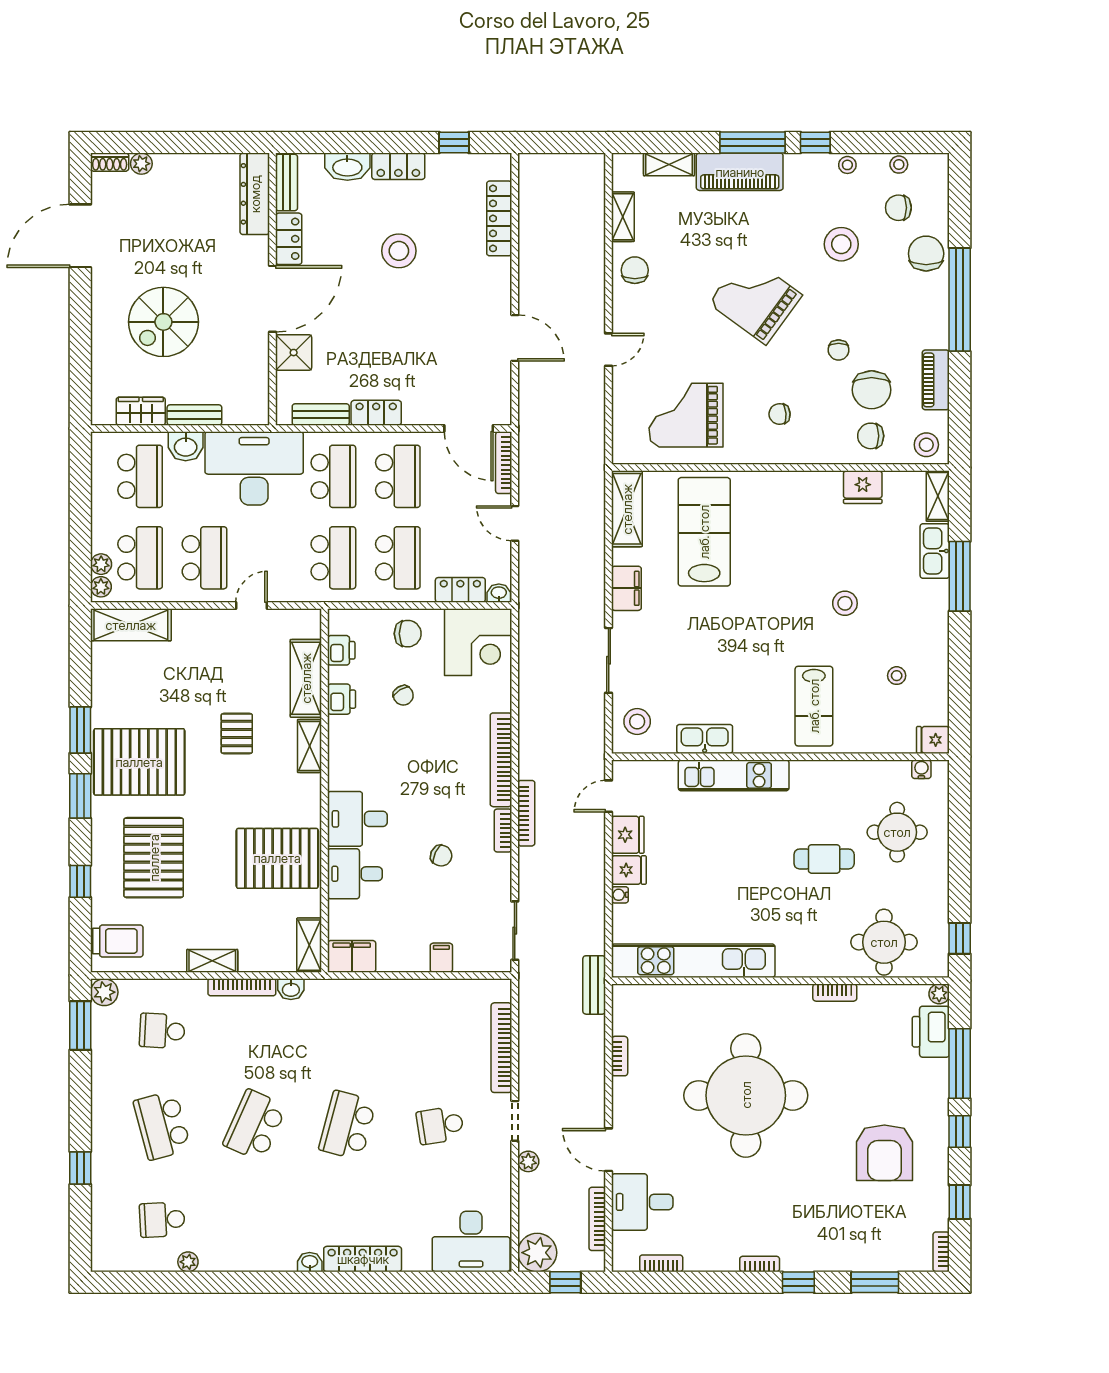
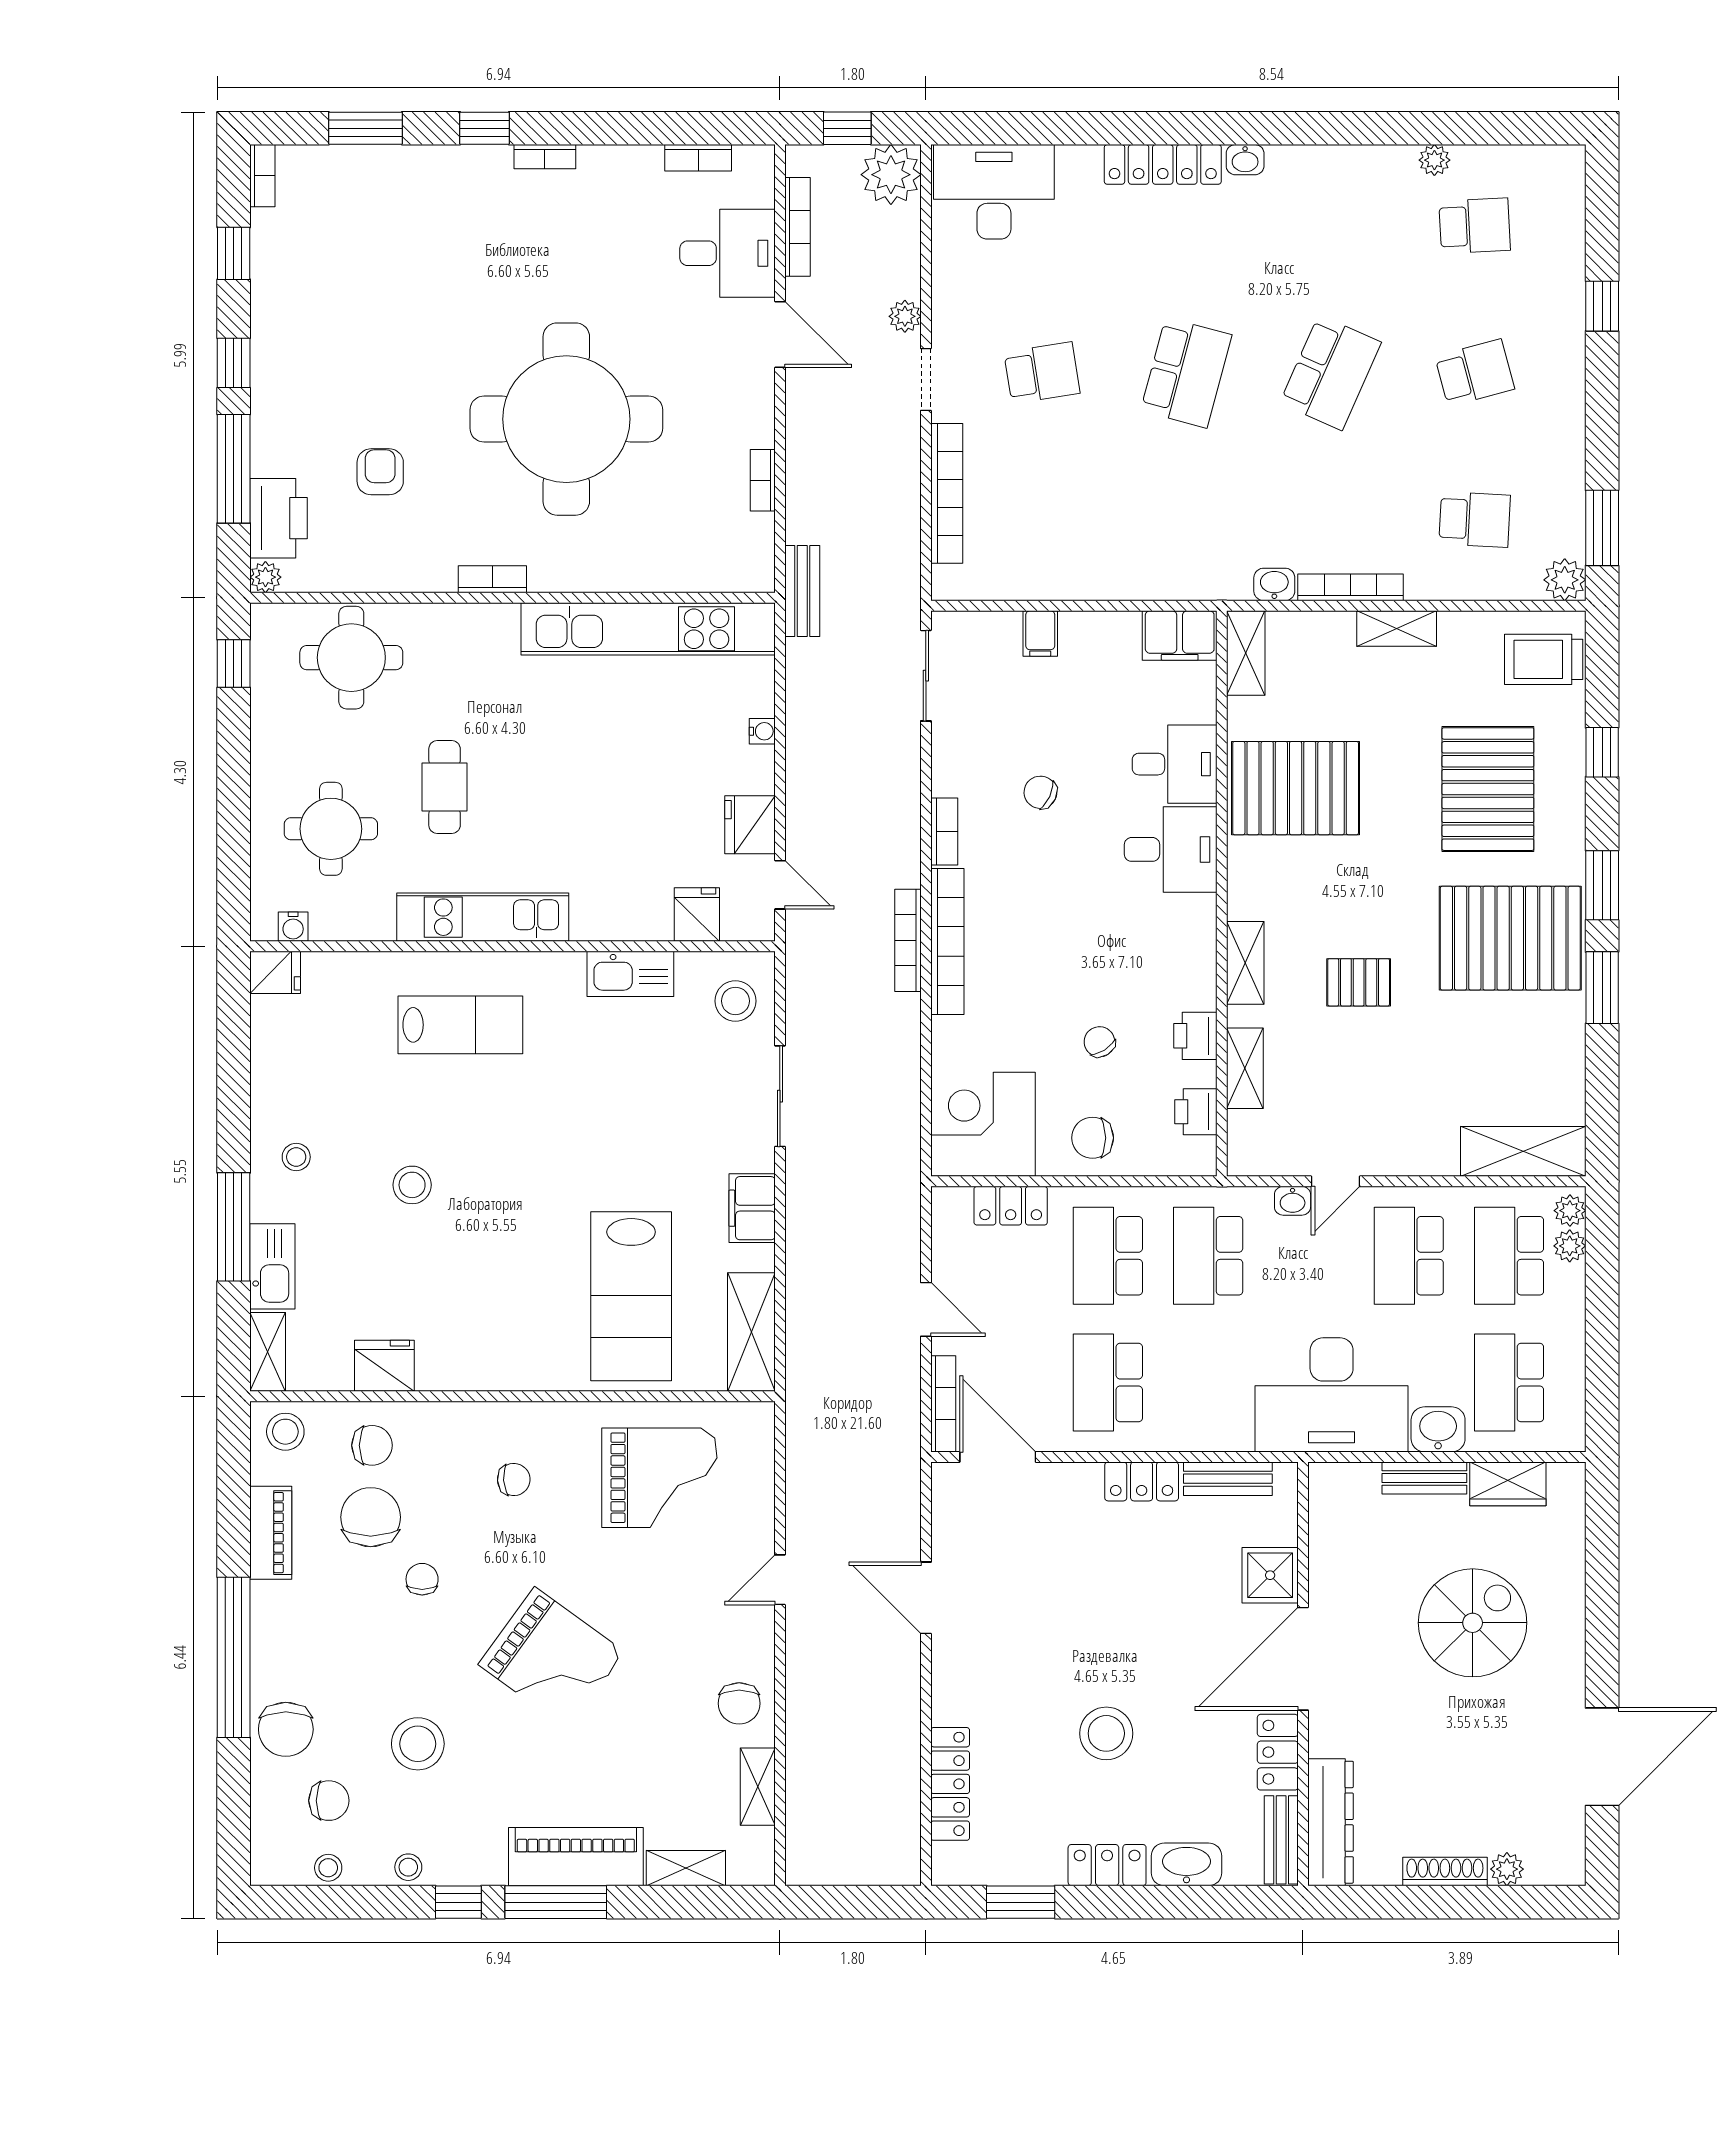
window: (454, 142) -> (1021, 1902), width x1.50
shoe rack: (110, 162) -> (1445, 1872), moved, width x1.43
school desk: (333, 476) -> (1208, 1383), removed
washbasin: (499, 593) -> (1293, 1201), moved
stool: (897, 676) -> (296, 1157), moved
shelving: (306, 678) -> (1245, 1068), width x0.67, depth x0.75
lab bench: (814, 706) -> (460, 1025), turned 90
pallet: (237, 734) -> (1359, 982), turned 90
kitchen unit: (734, 775) -> (483, 917), moved
door: (609, 796) -> (780, 885), hinge flipped
bookcase: (526, 813) -> (908, 940), moved
cafe table: (824, 859) -> (445, 787), turned 90
fridge: (629, 870) -> (697, 915), moved, turned 90
bookcase: (835, 993) -> (492, 579), moved
school desk: (162, 1125) -> (1475, 373), width x0.54
armchair: (884, 1153) -> (380, 472), moved, width x0.53, depth x0.53

